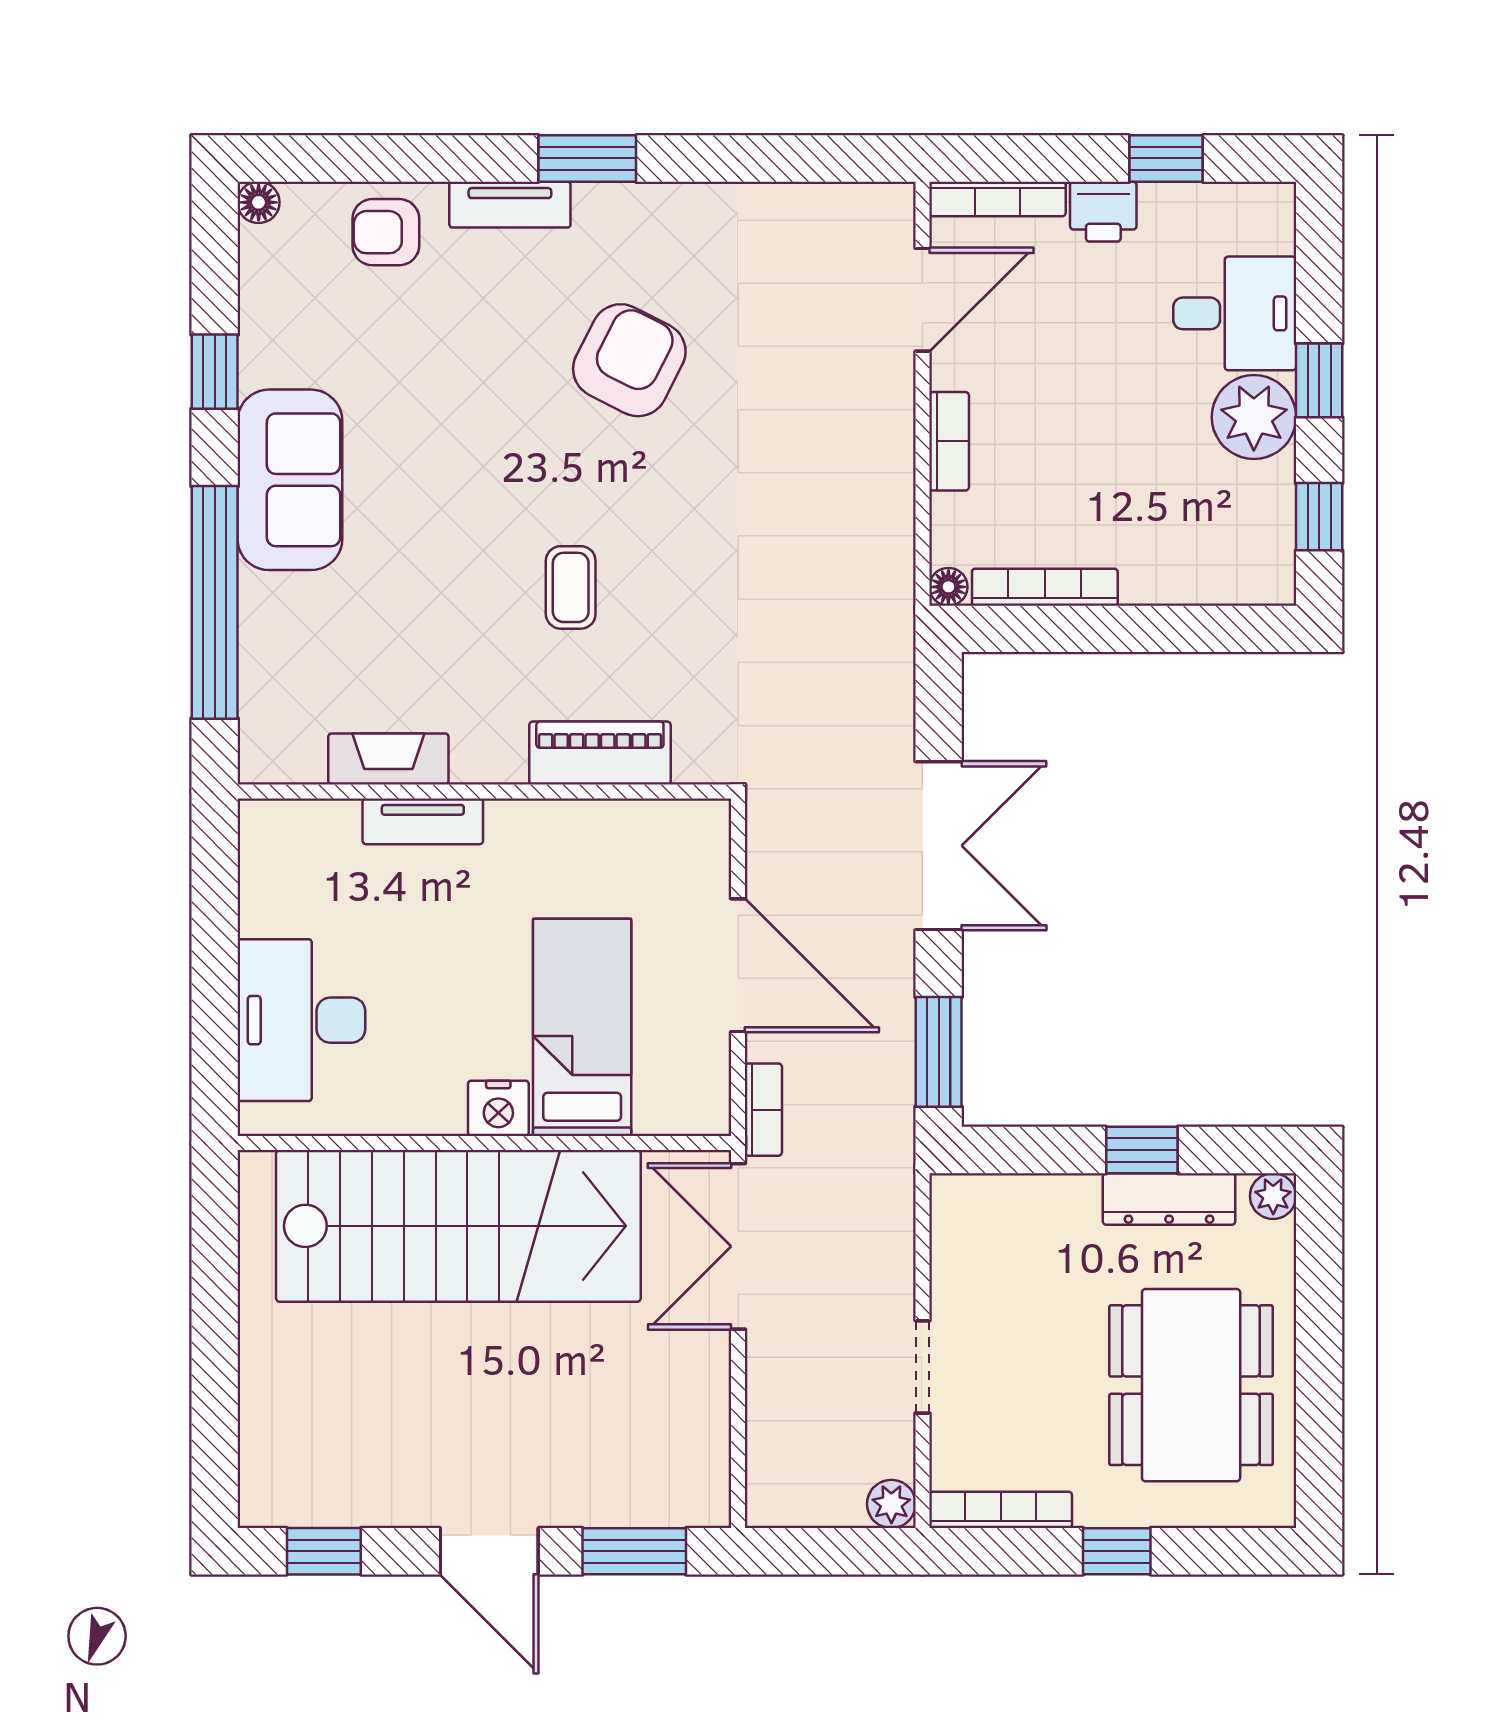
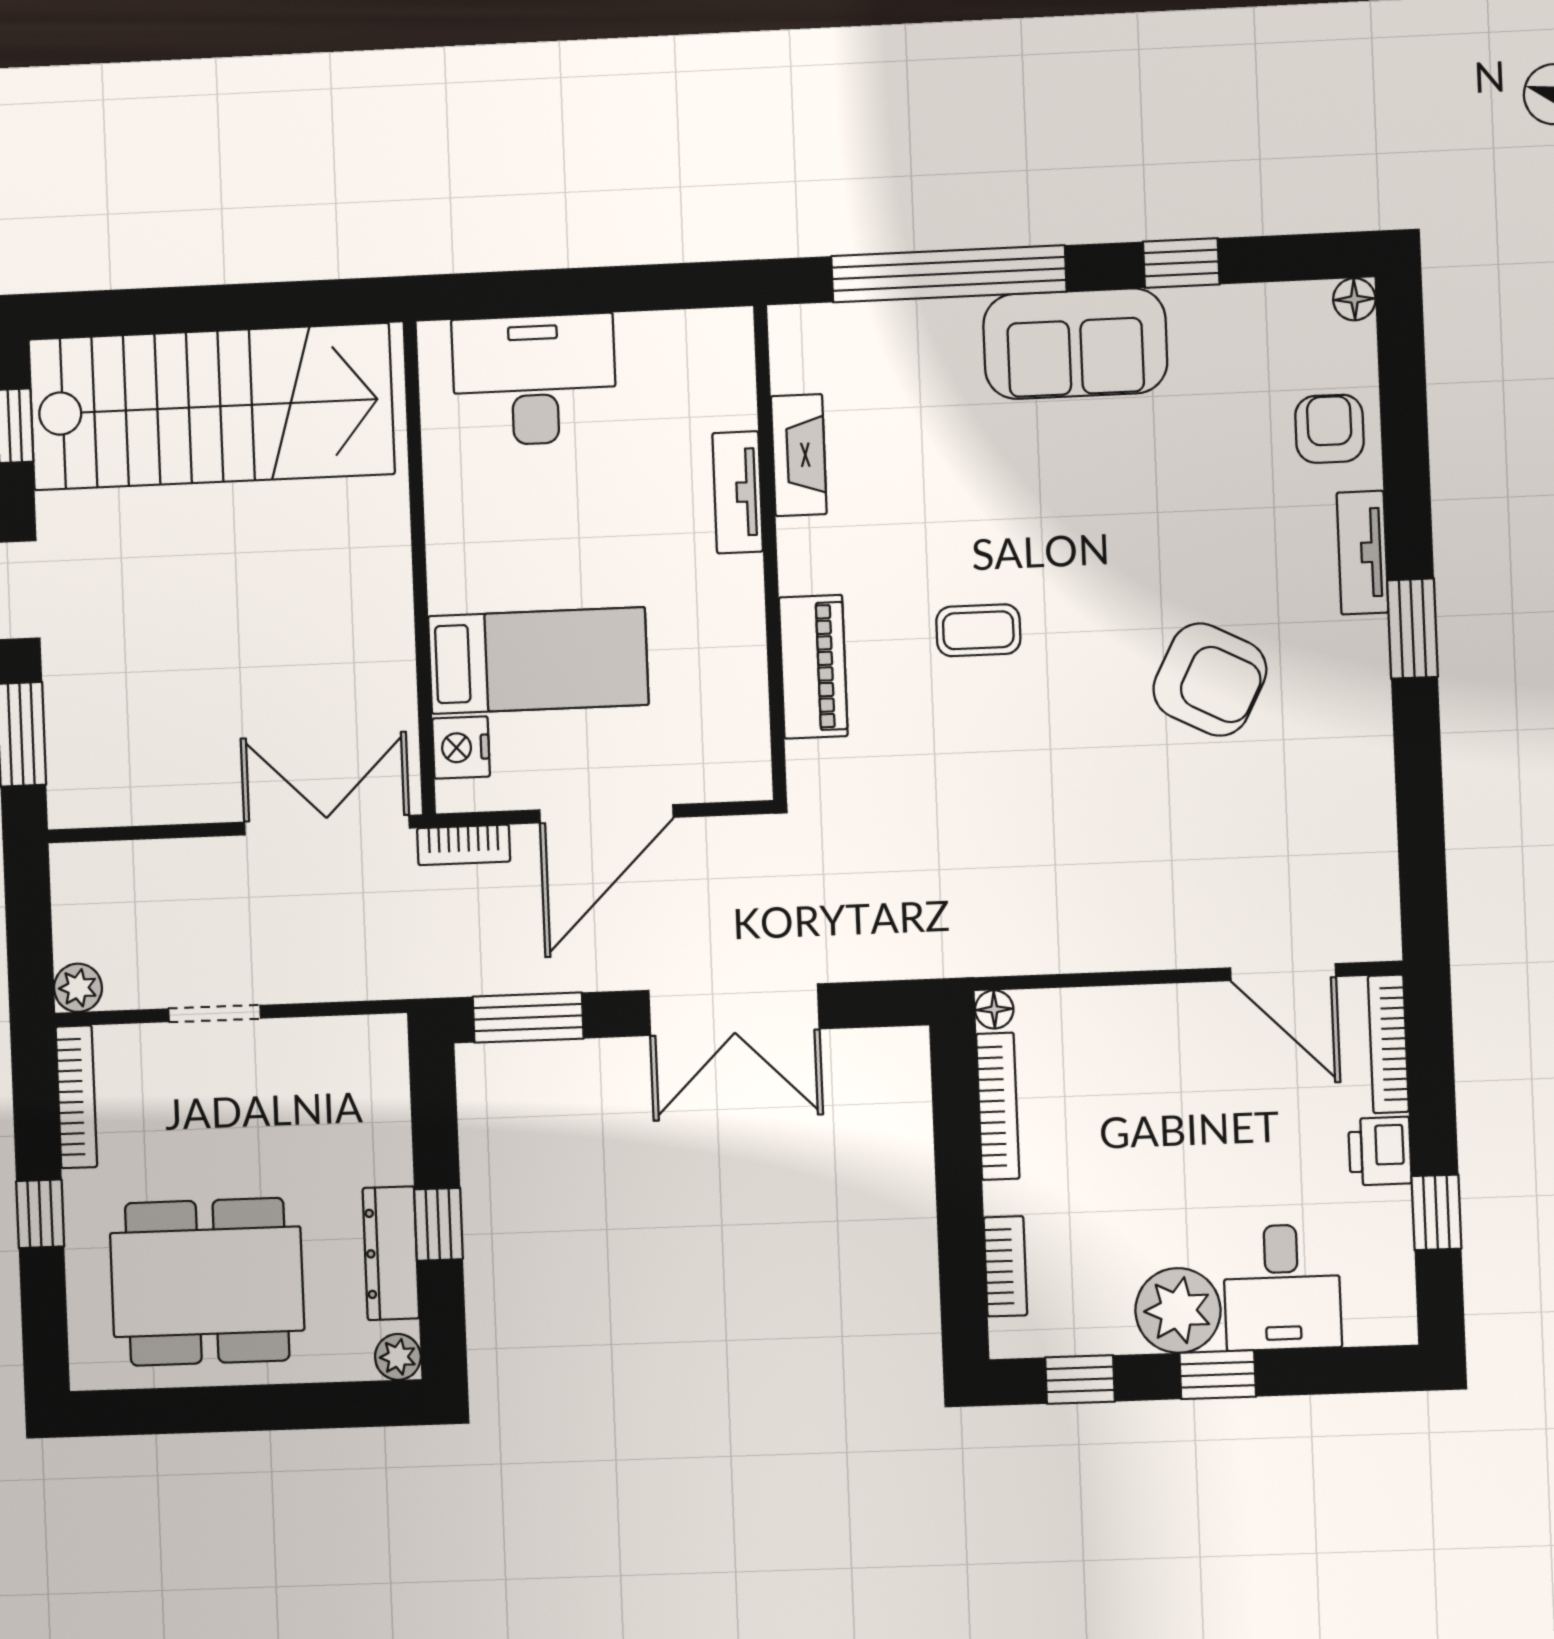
bookcase: (949, 441) -> (1005, 1266), moved, turned -90
nightstand: (498, 1108) -> (461, 748), moved
stairs: (458, 1226) -> (211, 407), moved, turned -90

